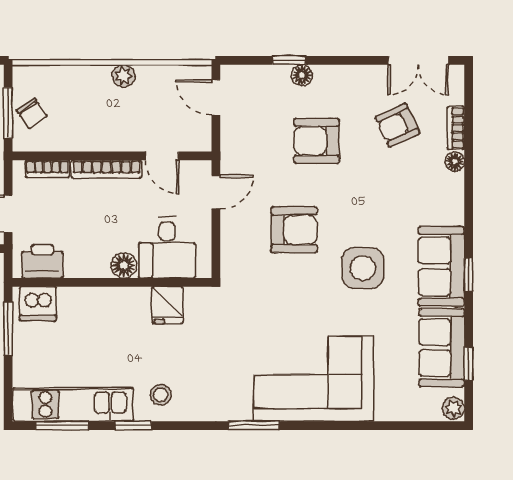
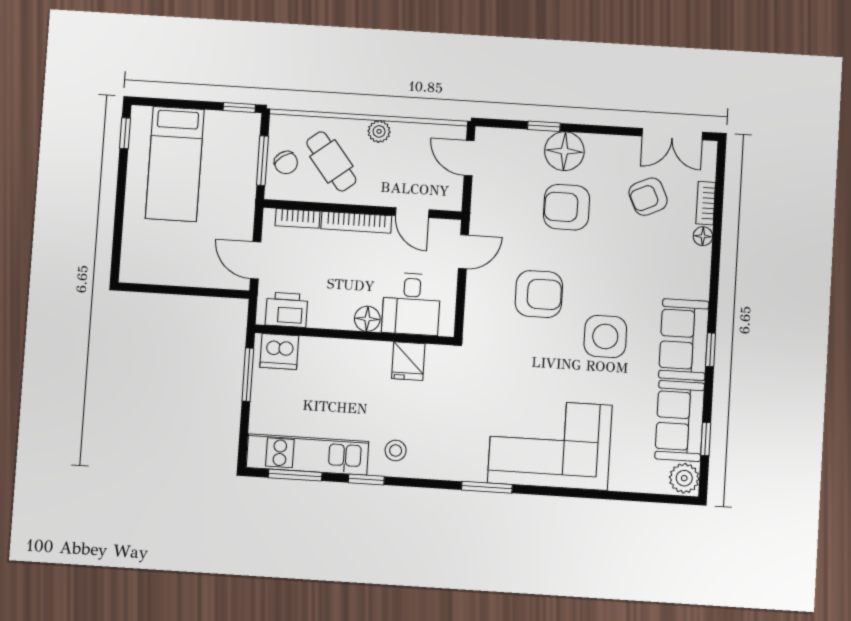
floor lamp: (302, 75) -> (564, 151), width x1.89, depth x1.89
cafe table: (77, 109) -> (331, 161), added
plant: (453, 408) -> (684, 478), width x1.38, depth x1.38

